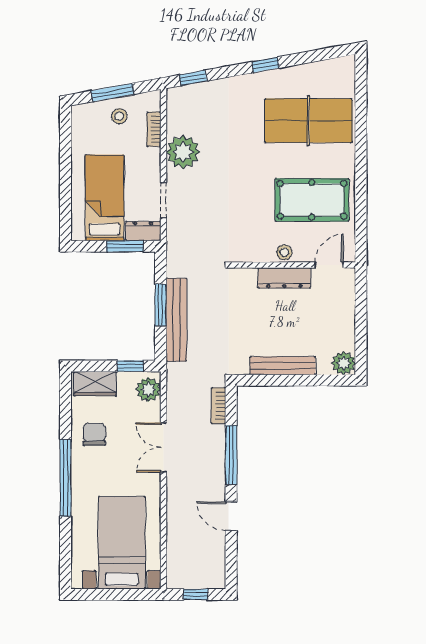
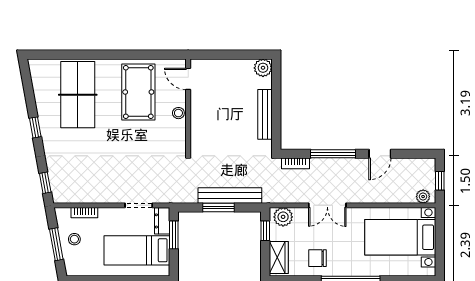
plant: (183, 152) -> (423, 197), moved, width x0.53, depth x0.53
dresser: (284, 278) -> (198, 113), removed

